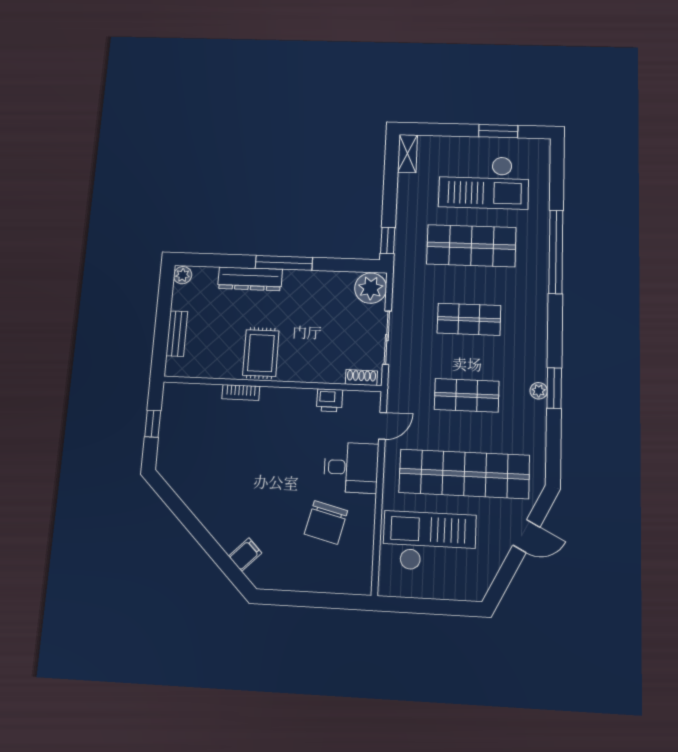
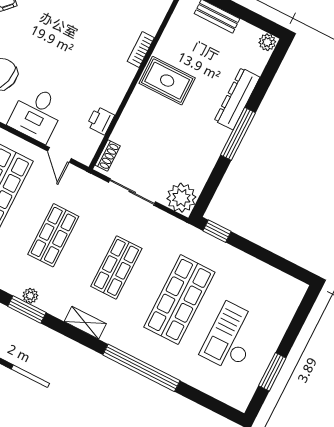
shelving: (407, 154) -> (85, 323), moved
checkout: (484, 182) -> (231, 337), width x0.73, depth x0.83

